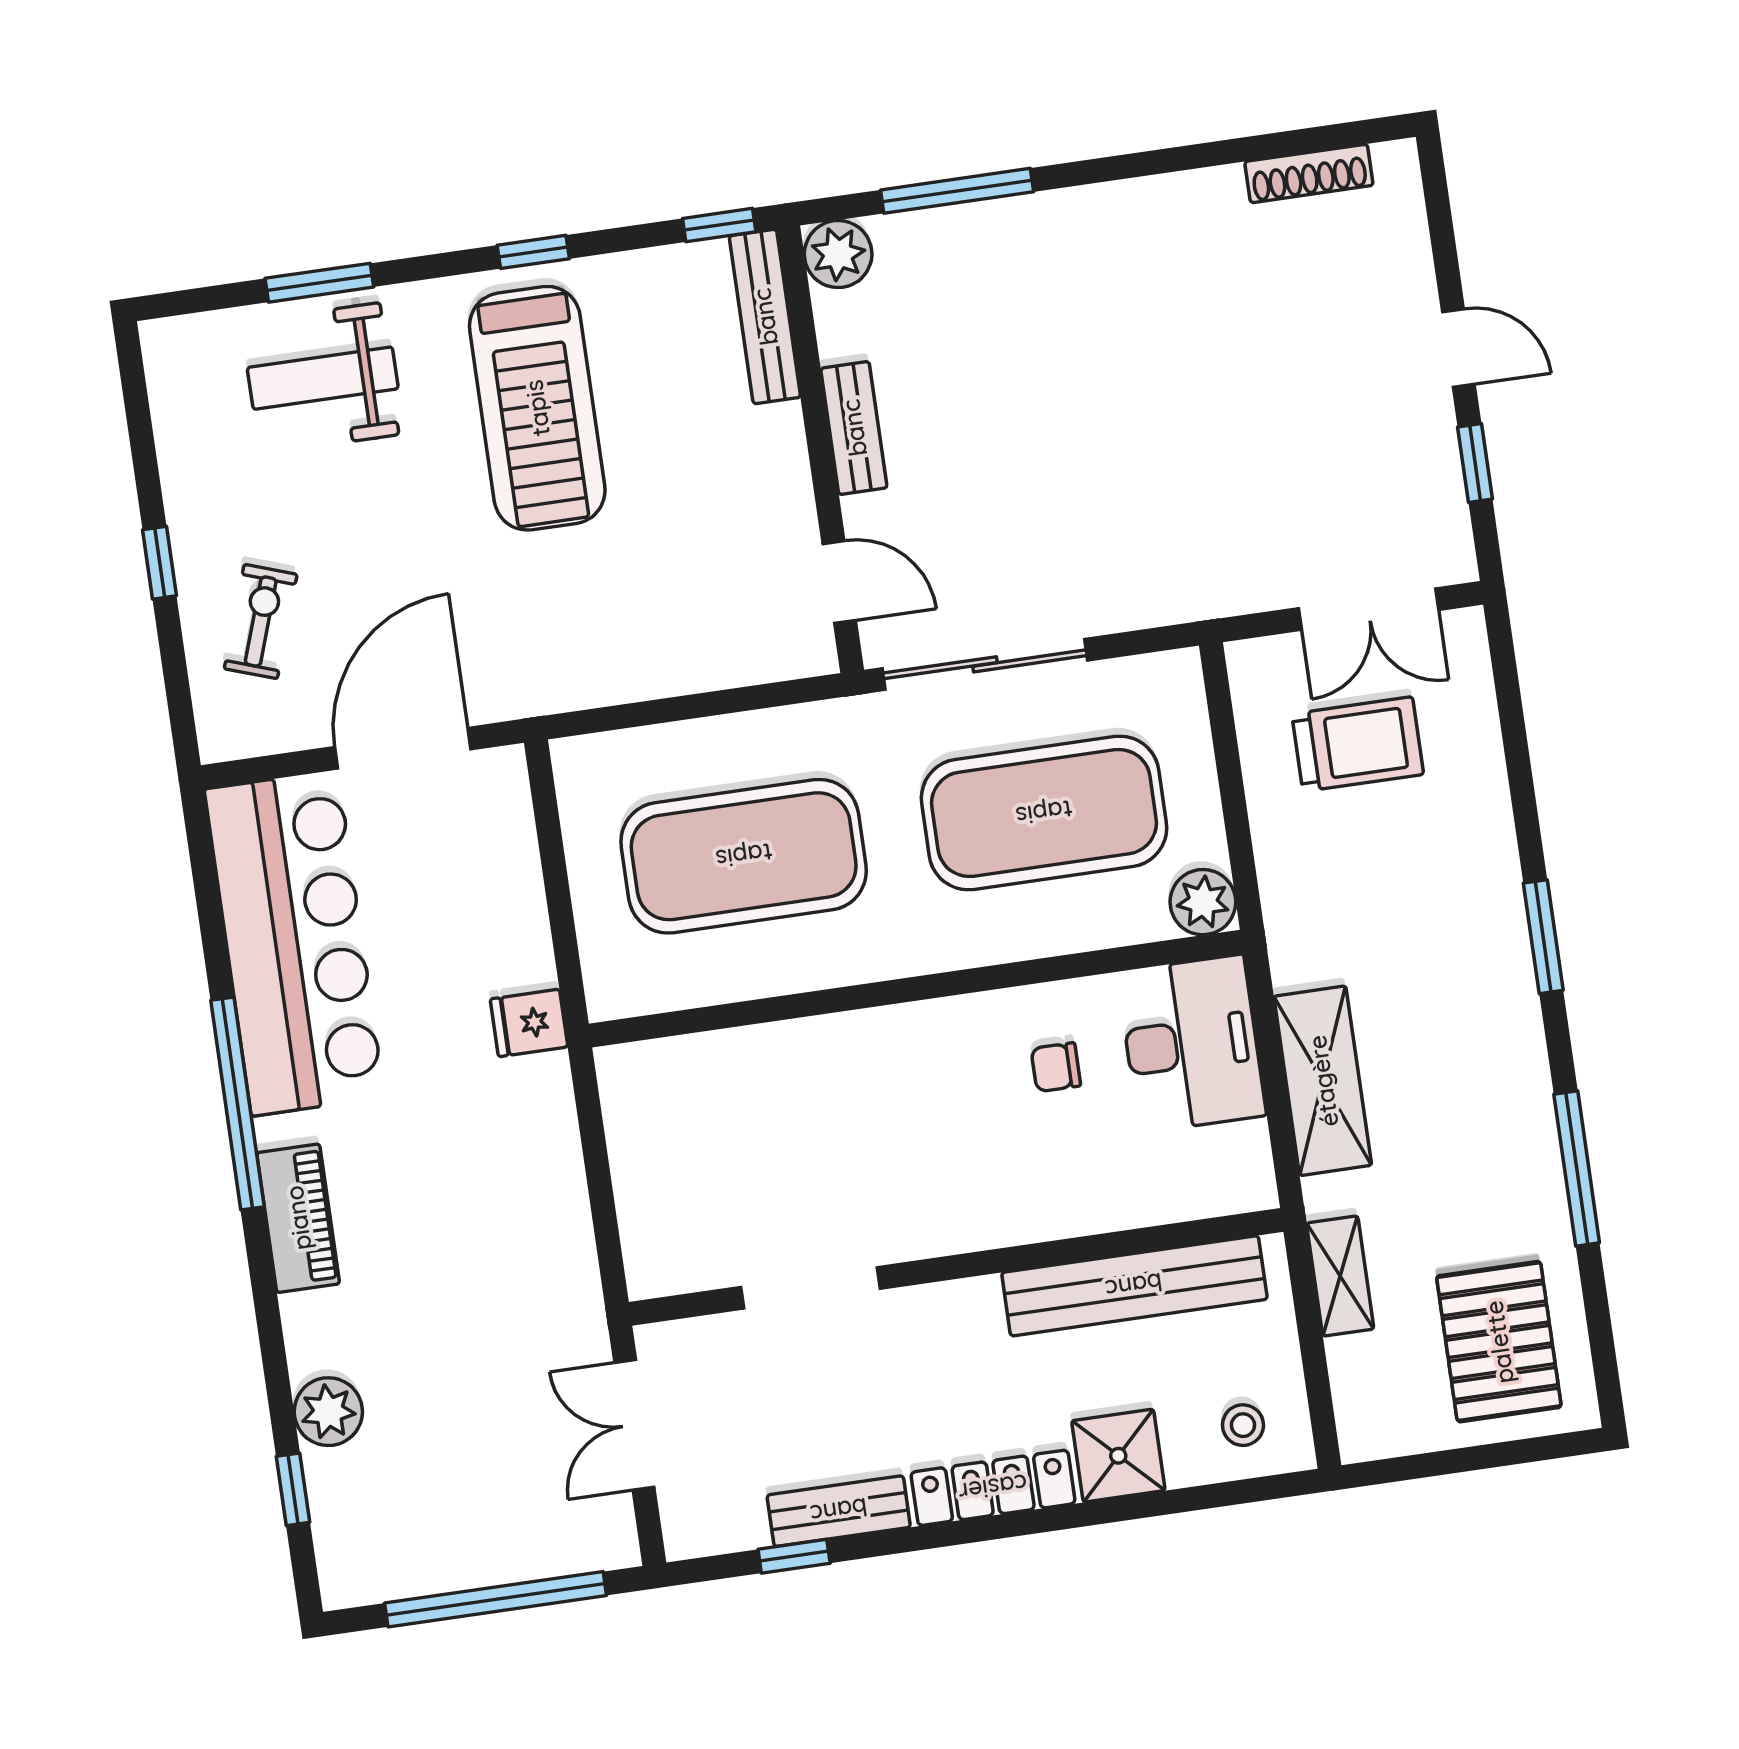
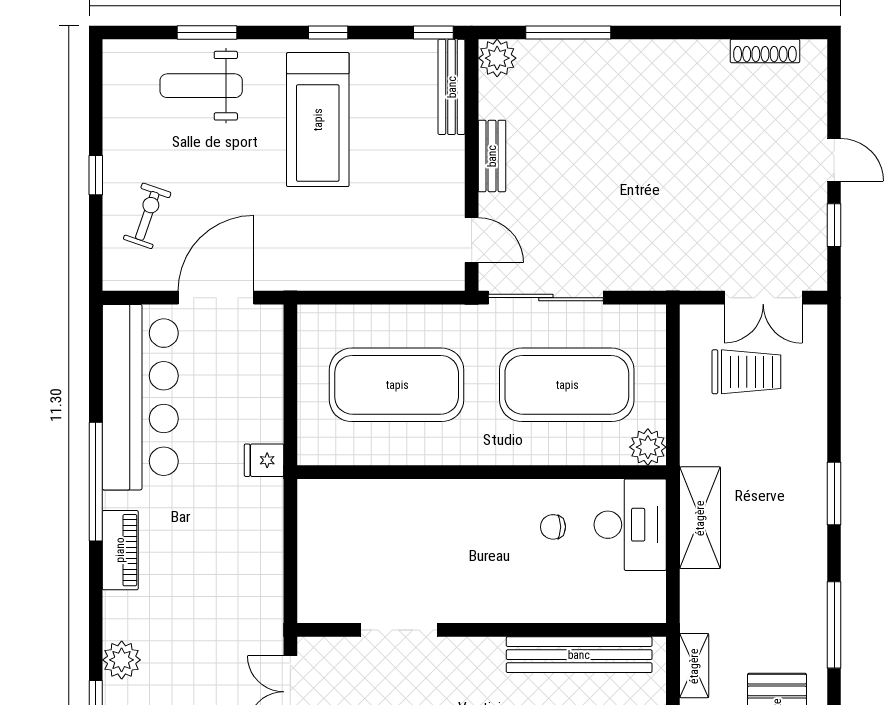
shelving: (1323, 1081) -> (700, 518), moved

